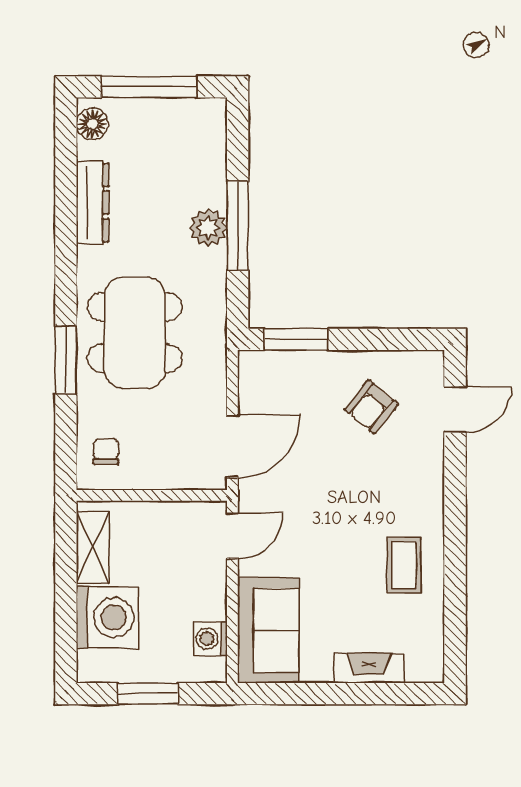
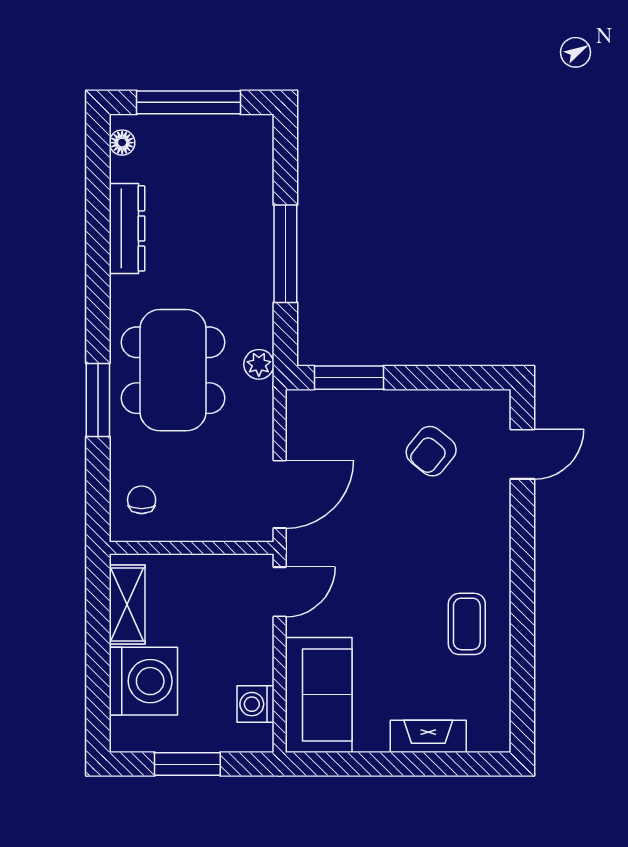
floor lamp: (92, 124) -> (122, 143), width x0.73, depth x0.73
plant: (208, 228) -> (259, 364), moved, width x0.73, depth x0.73

